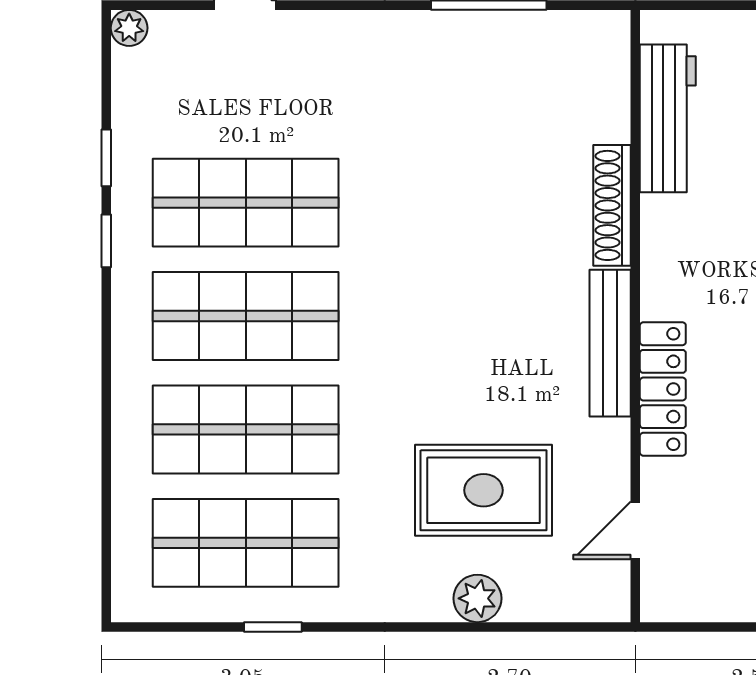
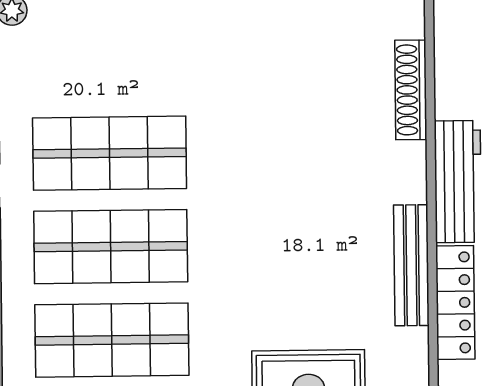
workbench: (668, 118) -> (458, 181), moved
shoe rack: (612, 205) -> (411, 90), moved

